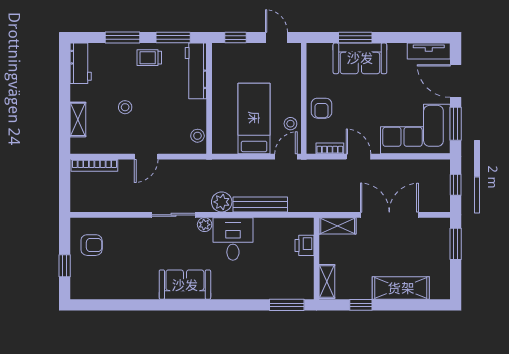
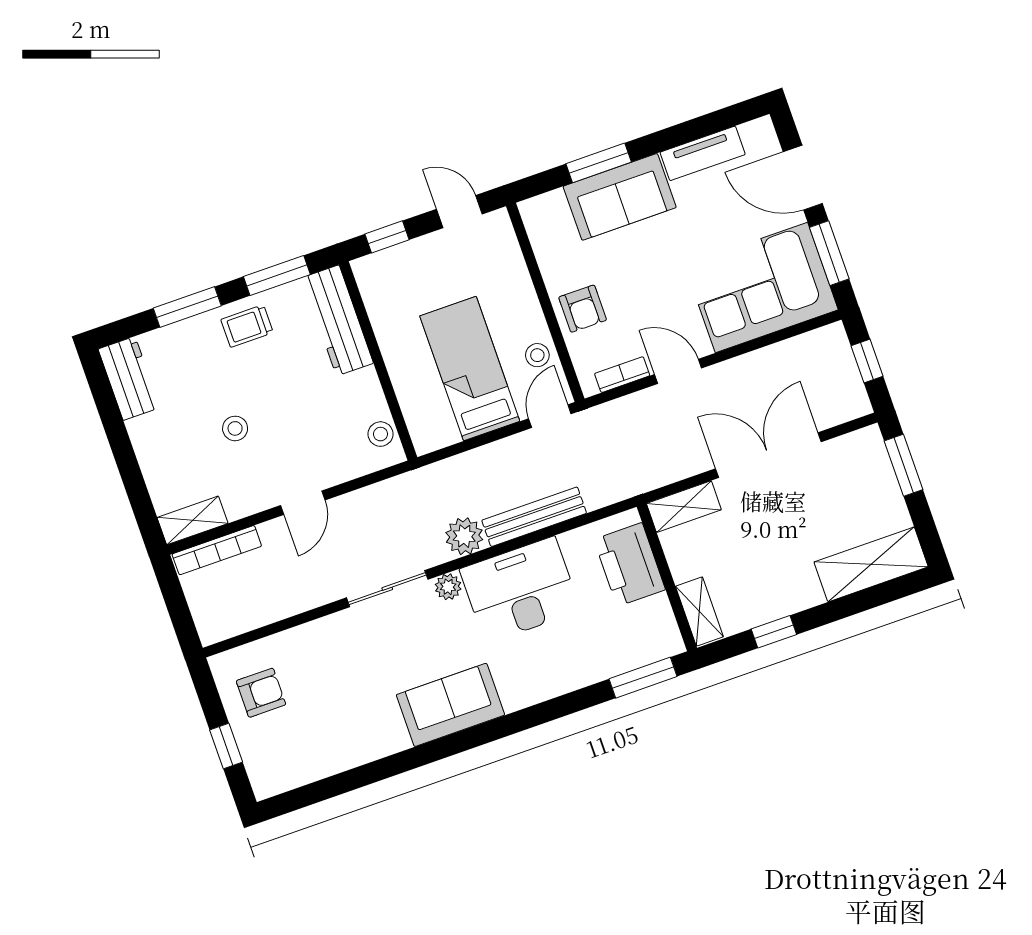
tv unit: (429, 51) -> (703, 153), moved
shelving: (78, 119) -> (193, 520), moved, turned 90
desk: (233, 239) -> (520, 590), width x1.37
printer: (304, 245) -> (630, 564), width x1.87, depth x1.48
shelving: (401, 288) -> (871, 564), moved

